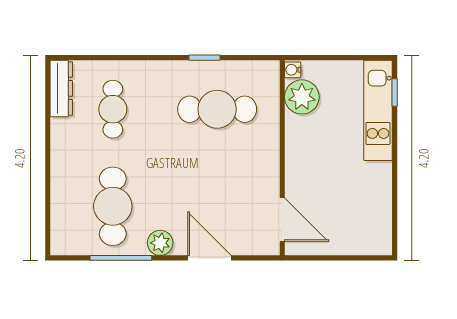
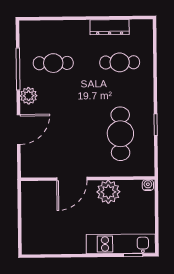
dresser: (61, 88) -> (110, 27), moved
plant: (302, 97) -> (108, 192), moved
cafe table: (113, 206) -> (53, 63), width x0.73, depth x0.74
door: (282, 220) -> (72, 179), moved

